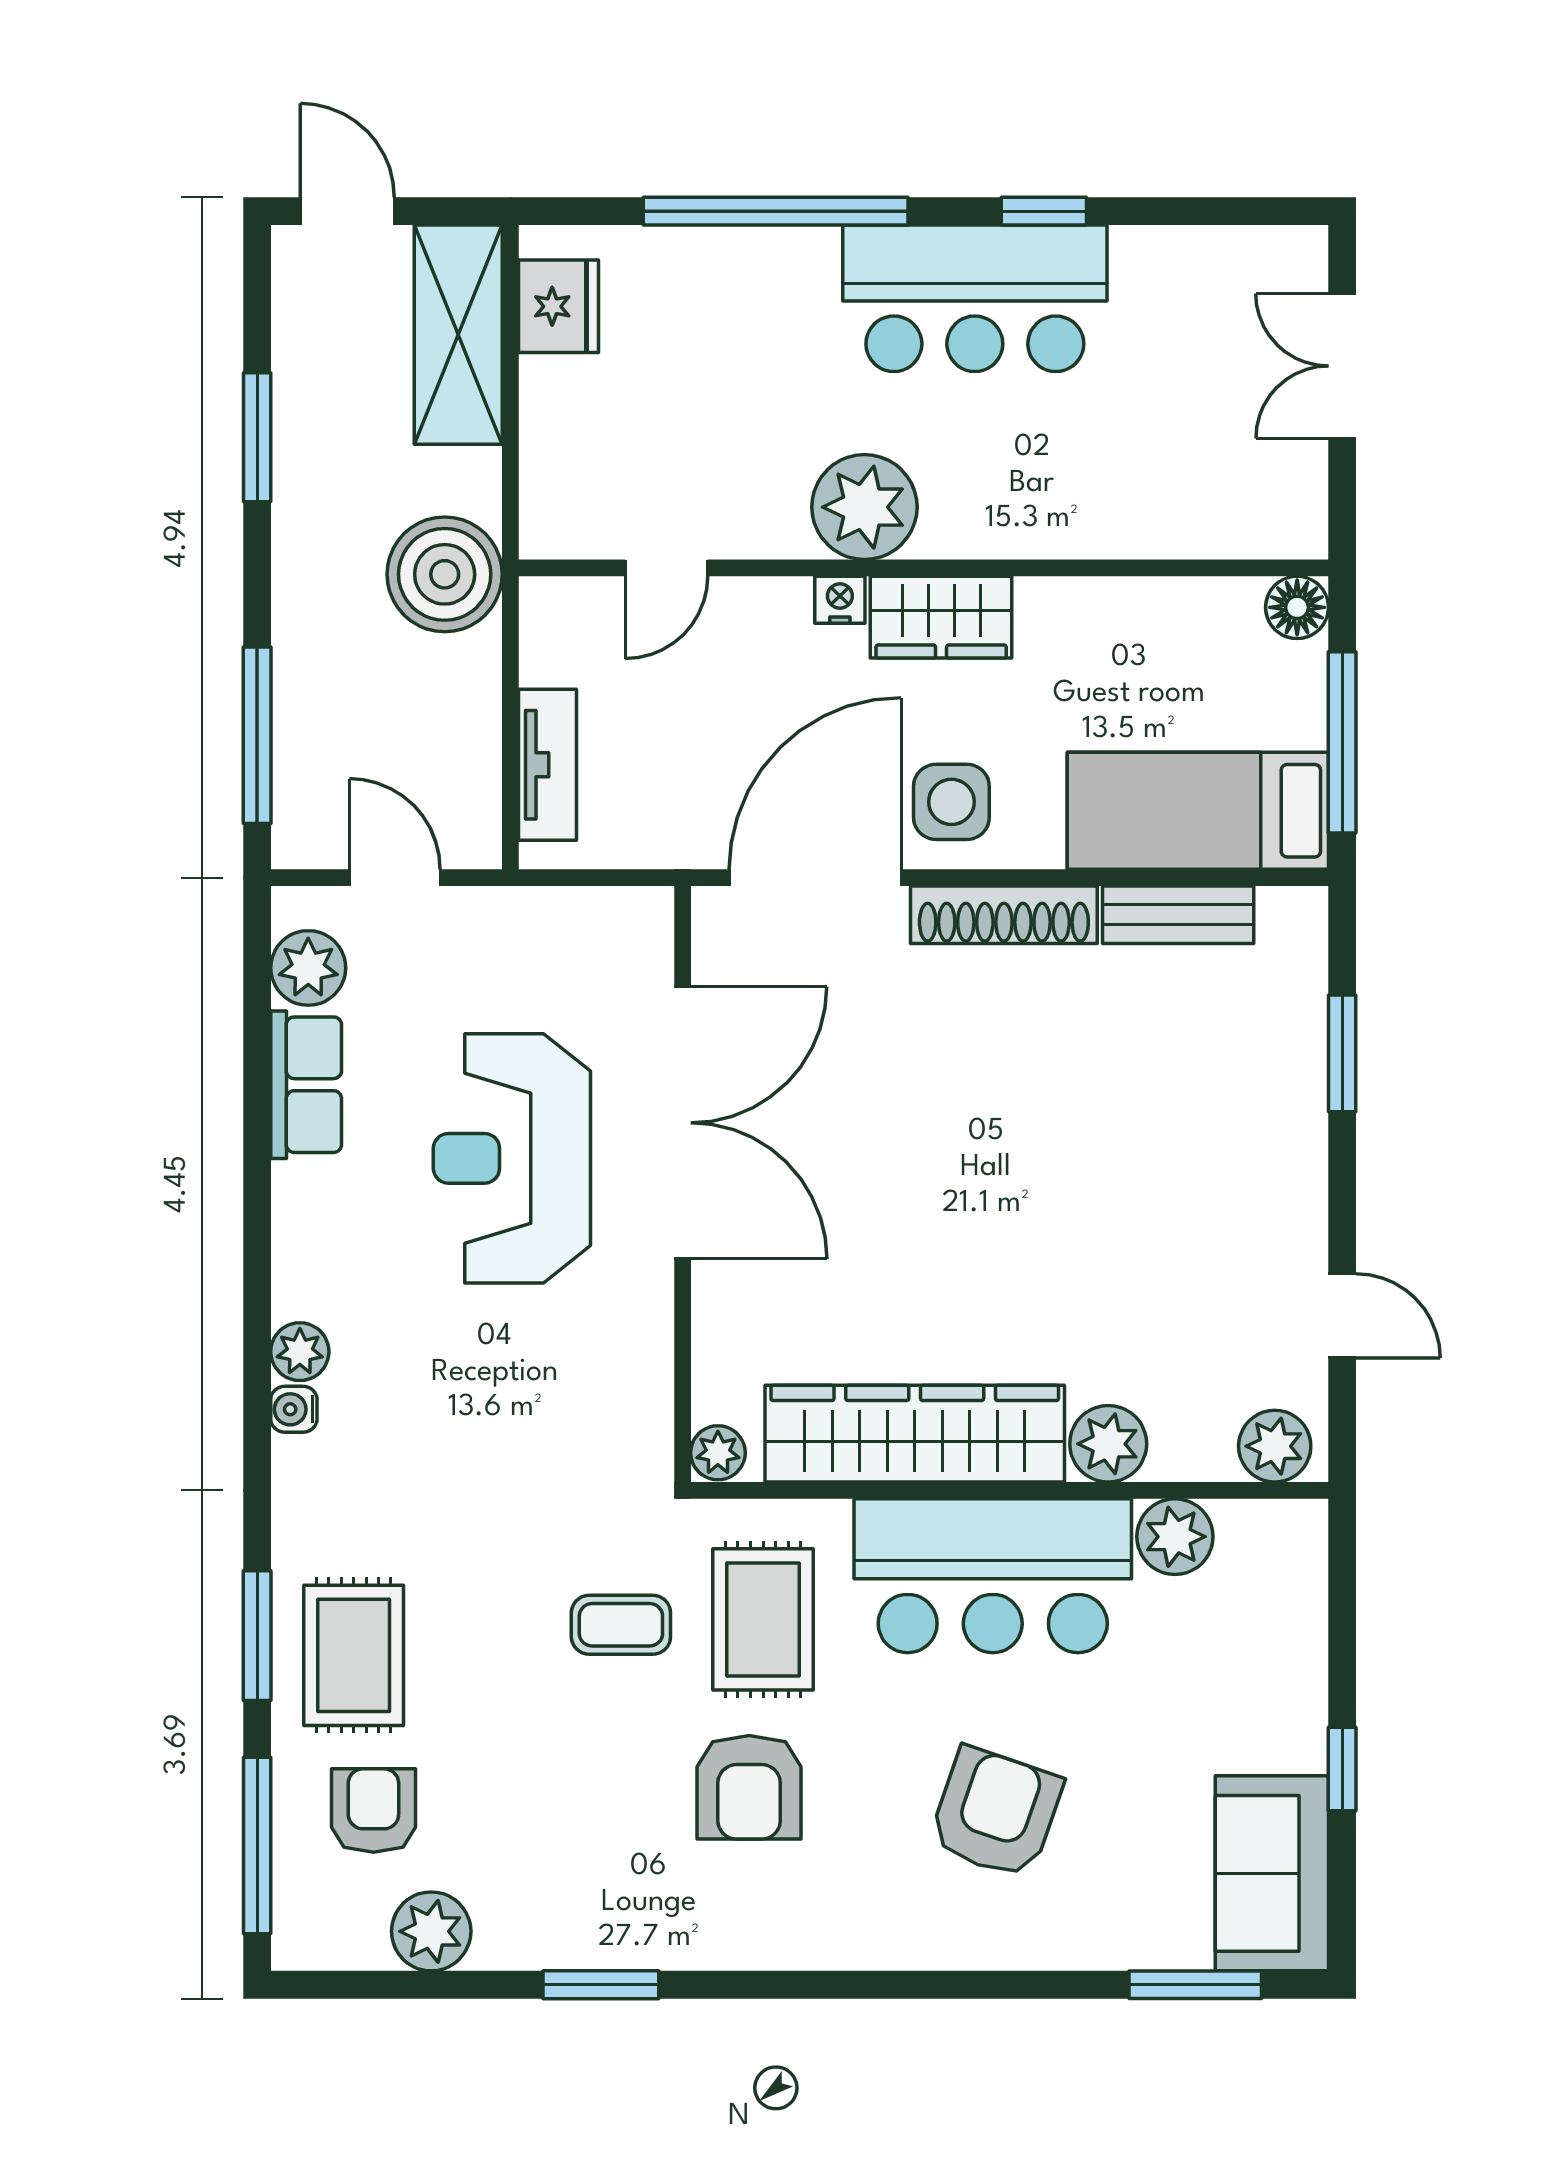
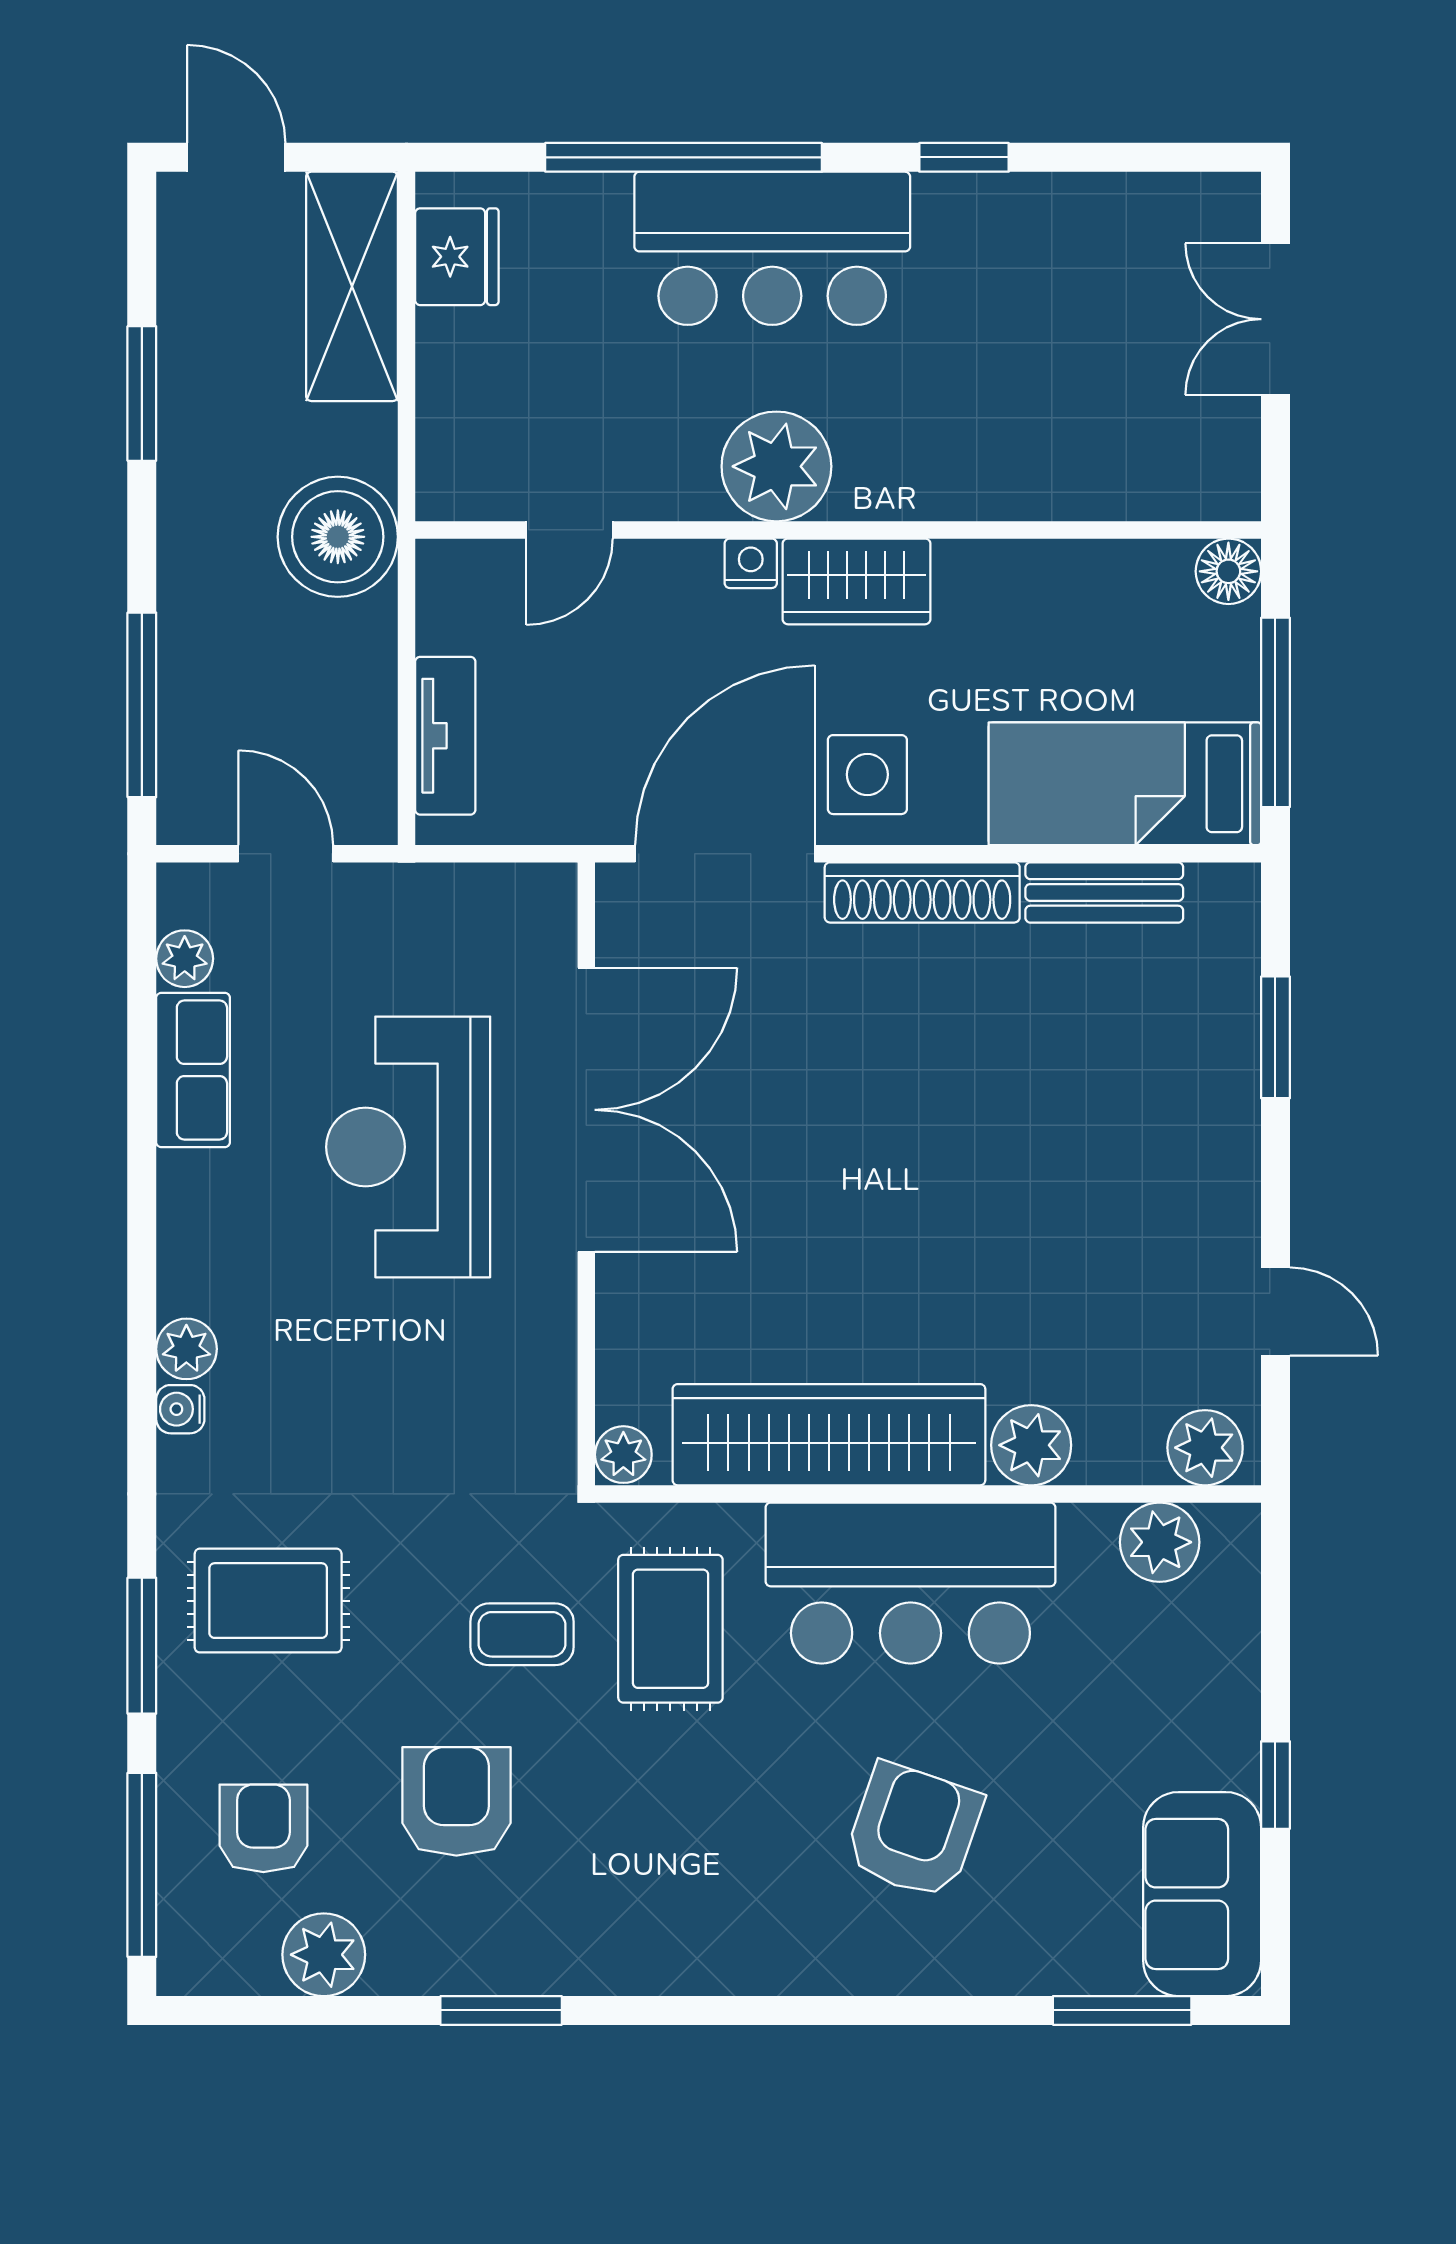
bar counter: (975, 298) -> (772, 248), moved
plant: (308, 968) -> (185, 959), width x0.73, depth x0.73
plant: (1175, 1537) -> (1160, 1542), moved
rug: (354, 1655) -> (268, 1601), moved, turned 90
armchair: (749, 1787) -> (456, 1801), moved, turned 180

